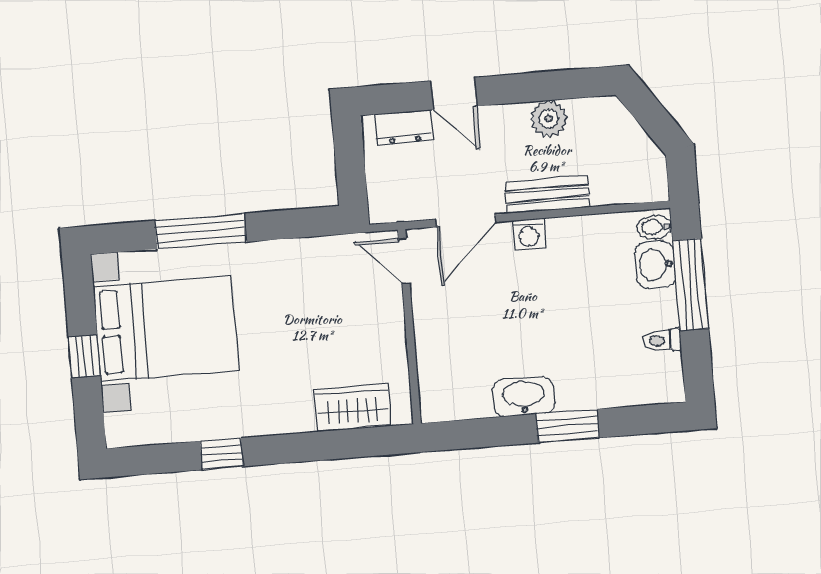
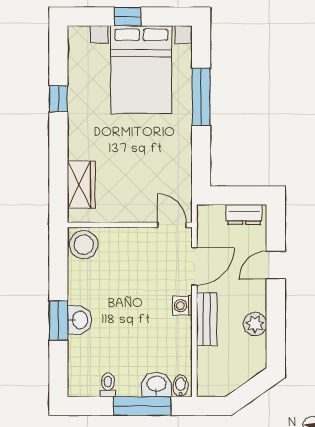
dresser: (404, 127) -> (244, 214), moved, turned -90
door: (466, 221) -> (194, 266), swing flipped
door: (404, 261) -> (172, 225), hinge flipped
stool: (446, 396) -> (84, 245), added
washbasin: (524, 397) -> (79, 320), moved, width x0.72

